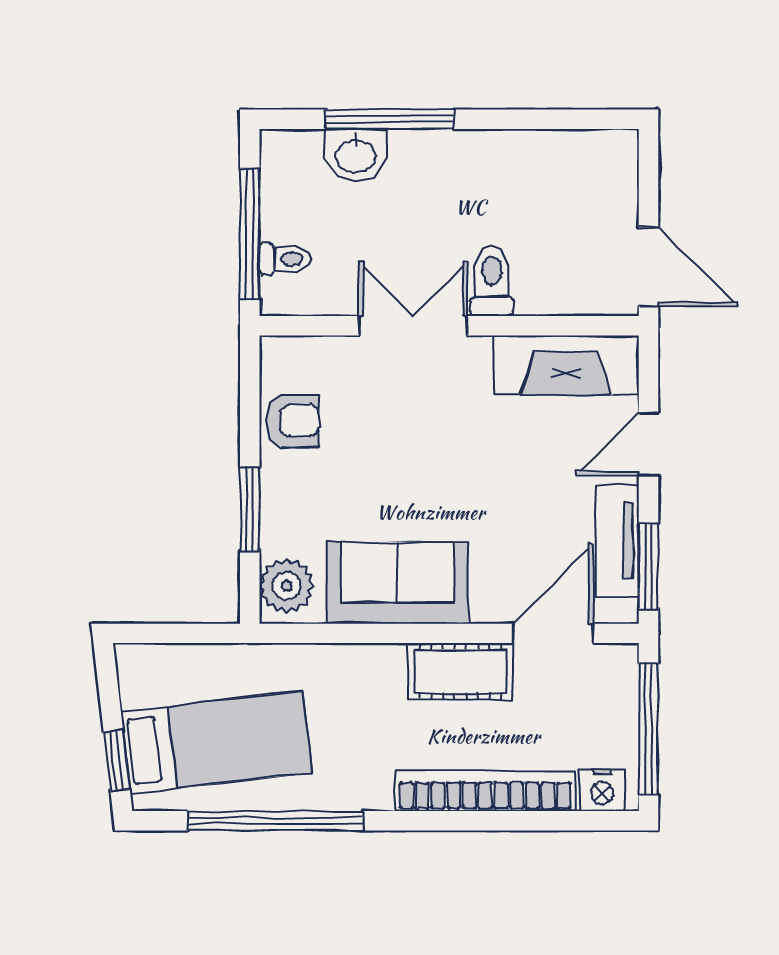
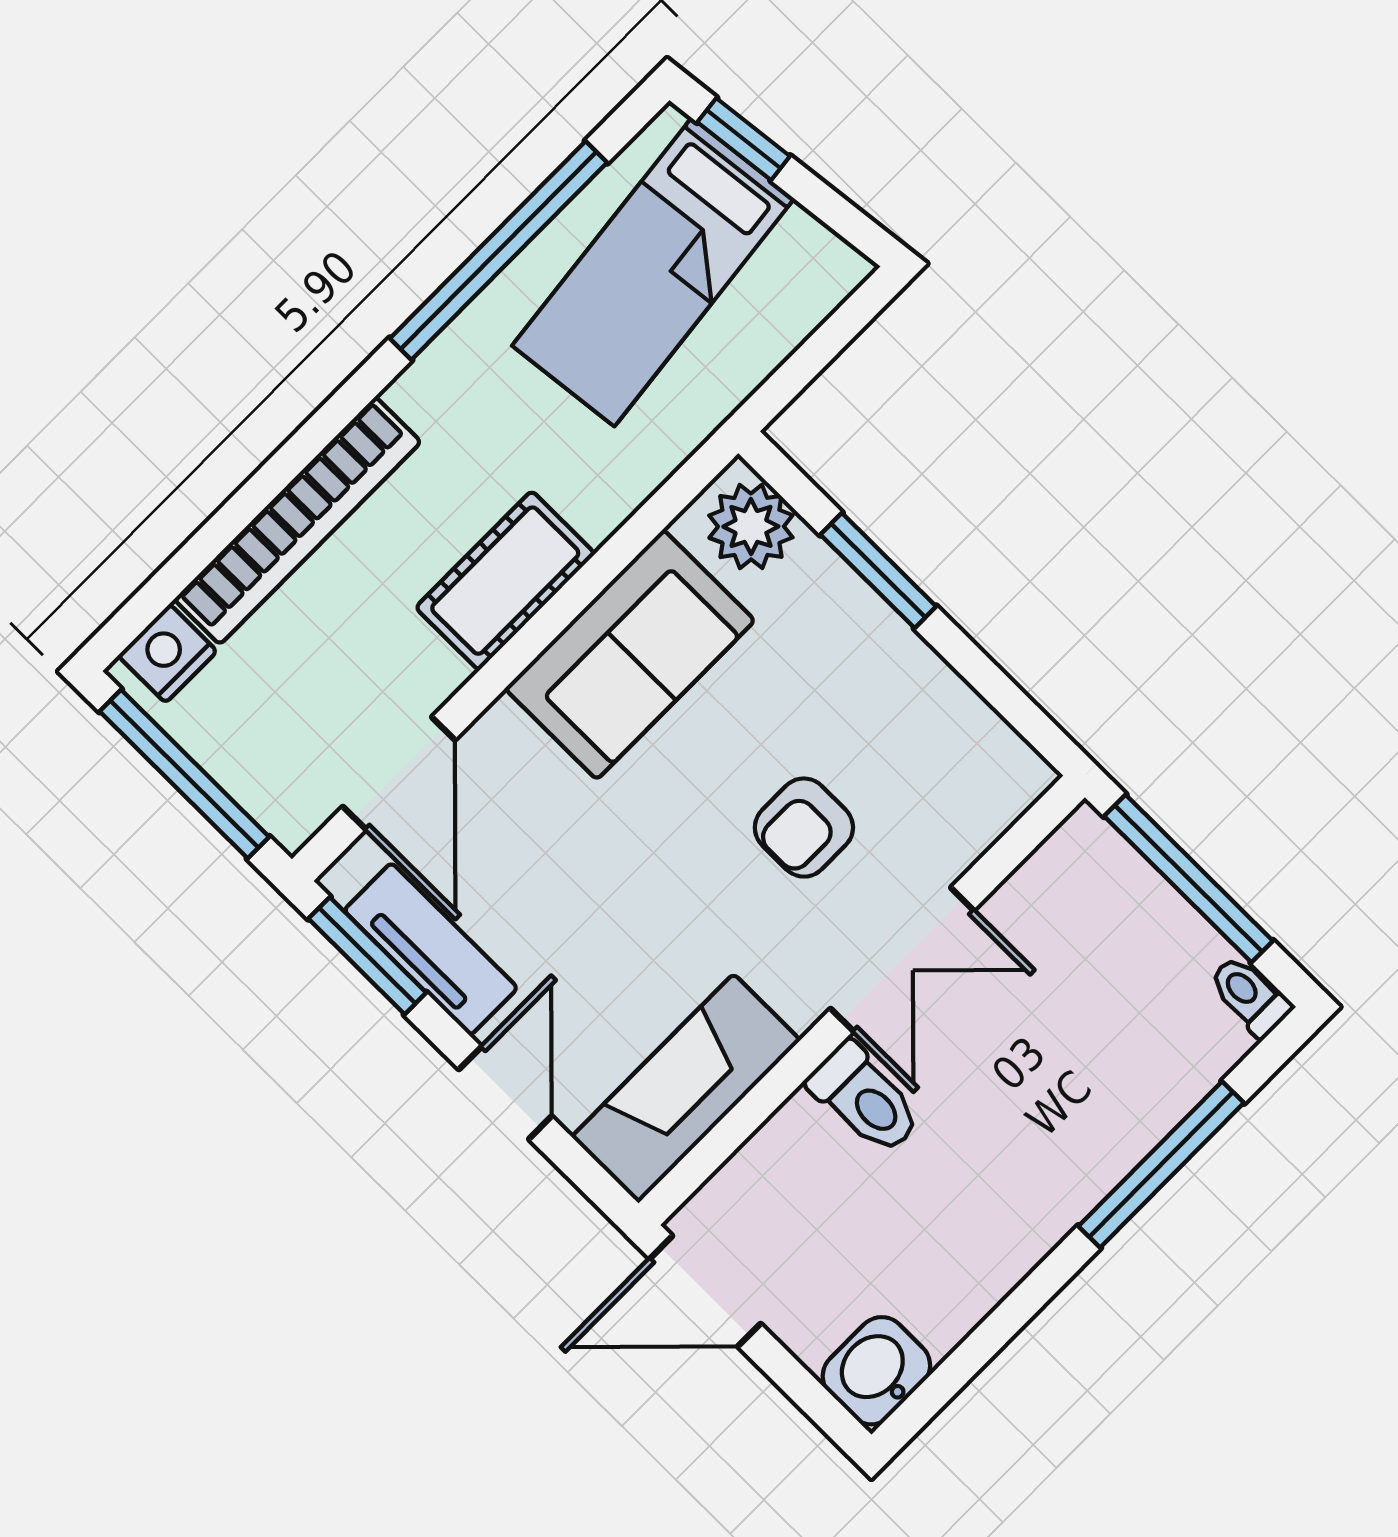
washbasin: (356, 155) -> (876, 1371), moved
toilet: (285, 259) -> (1250, 996), moved, turned 90
armchair: (292, 421) -> (804, 828), moved
cot: (460, 671) -> (505, 581), moved

